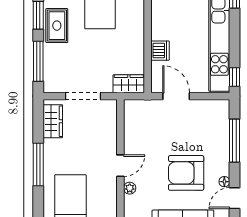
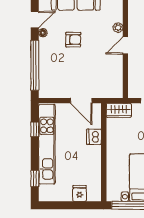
window: (235, 77) -> (35, 129), moved
window: (235, 141) -> (35, 65), width x1.46
armchair: (186, 173) -> (73, 40), width x0.53, depth x0.53

